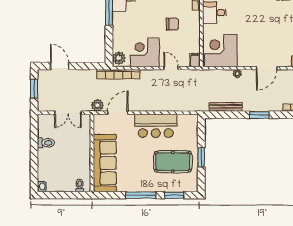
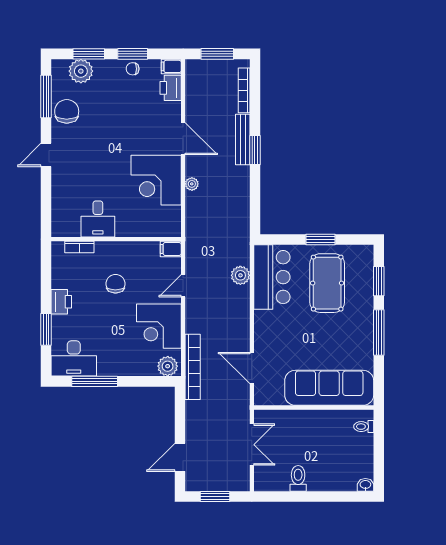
corner desk: (221, 51) -> (156, 180), moved
plant: (97, 105) -> (240, 275), moved
bench: (226, 107) -> (243, 139), moved
bar counter: (156, 126) -> (272, 277), moved

